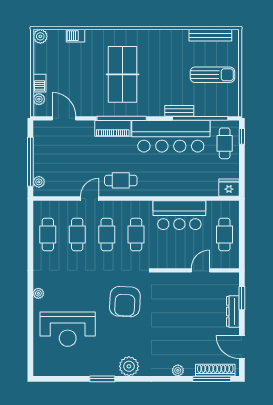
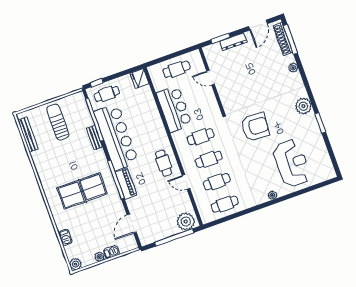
plant: (39, 99) -> (100, 257), moved
plant: (39, 182) -> (186, 222), width x1.87, depth x1.87

